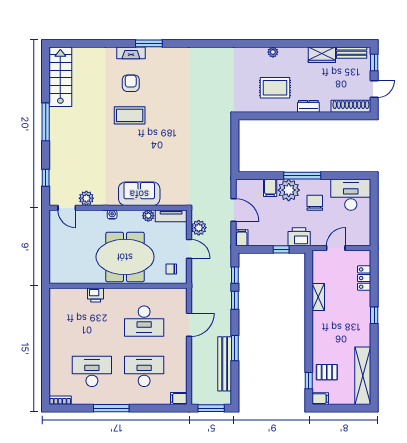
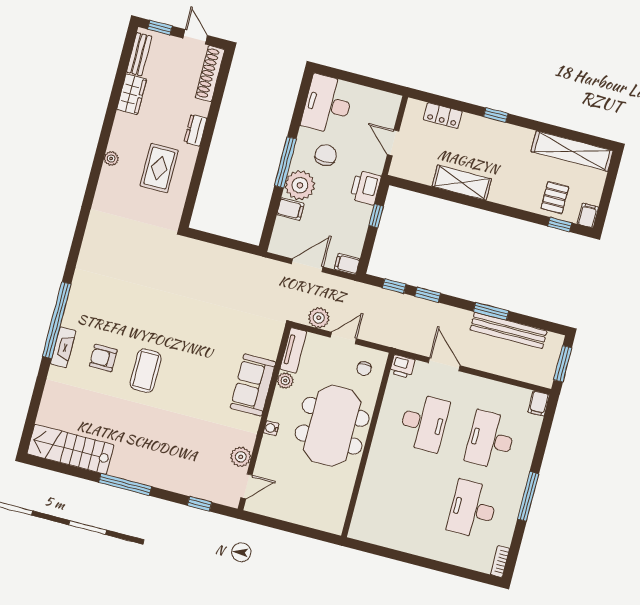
window: (149, 43) -> (57, 320), width x2.11
chair: (315, 203) -> (326, 155), turned 90
printer: (96, 295) -> (402, 366), moved, turned 90
shelving: (318, 297) -> (462, 183), width x1.50, depth x1.33

